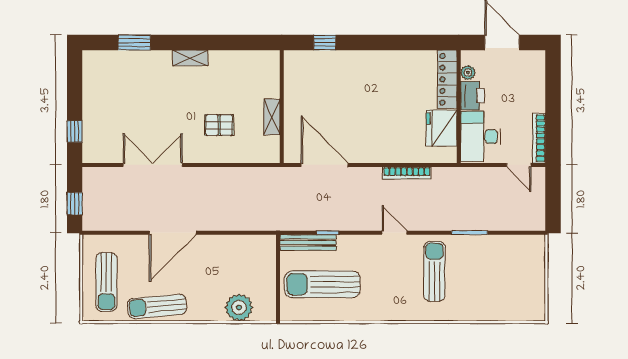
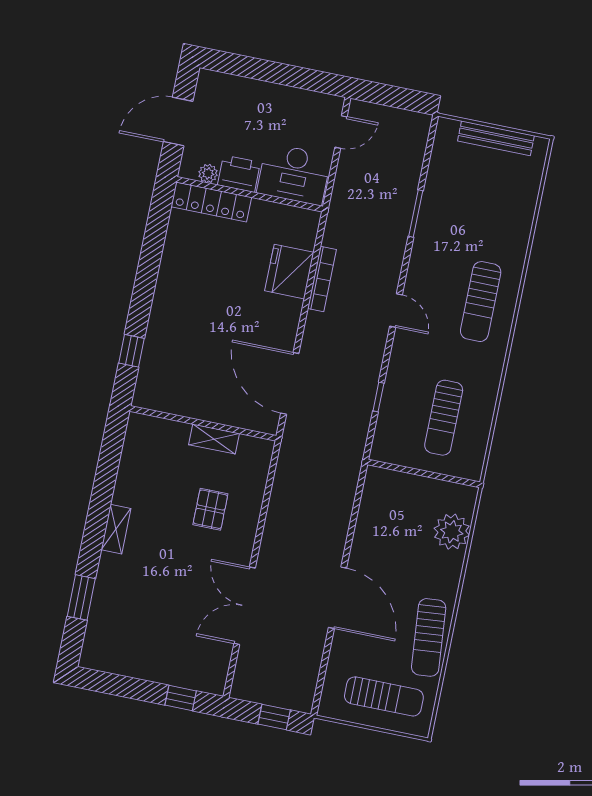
fridge: (442, 128) -> (289, 272), moved, turned 90
bookcase: (539, 138) -> (312, 99), removed
door: (325, 165) -> (290, 383), hinge flipped
door: (395, 233) -> (396, 311), swing flipped
bench: (308, 242) -> (496, 138), moved, turned 90
sun lounger: (434, 271) -> (481, 302), moved, turned -90
sun lounger: (322, 284) -> (444, 418), width x0.73, depth x0.75

